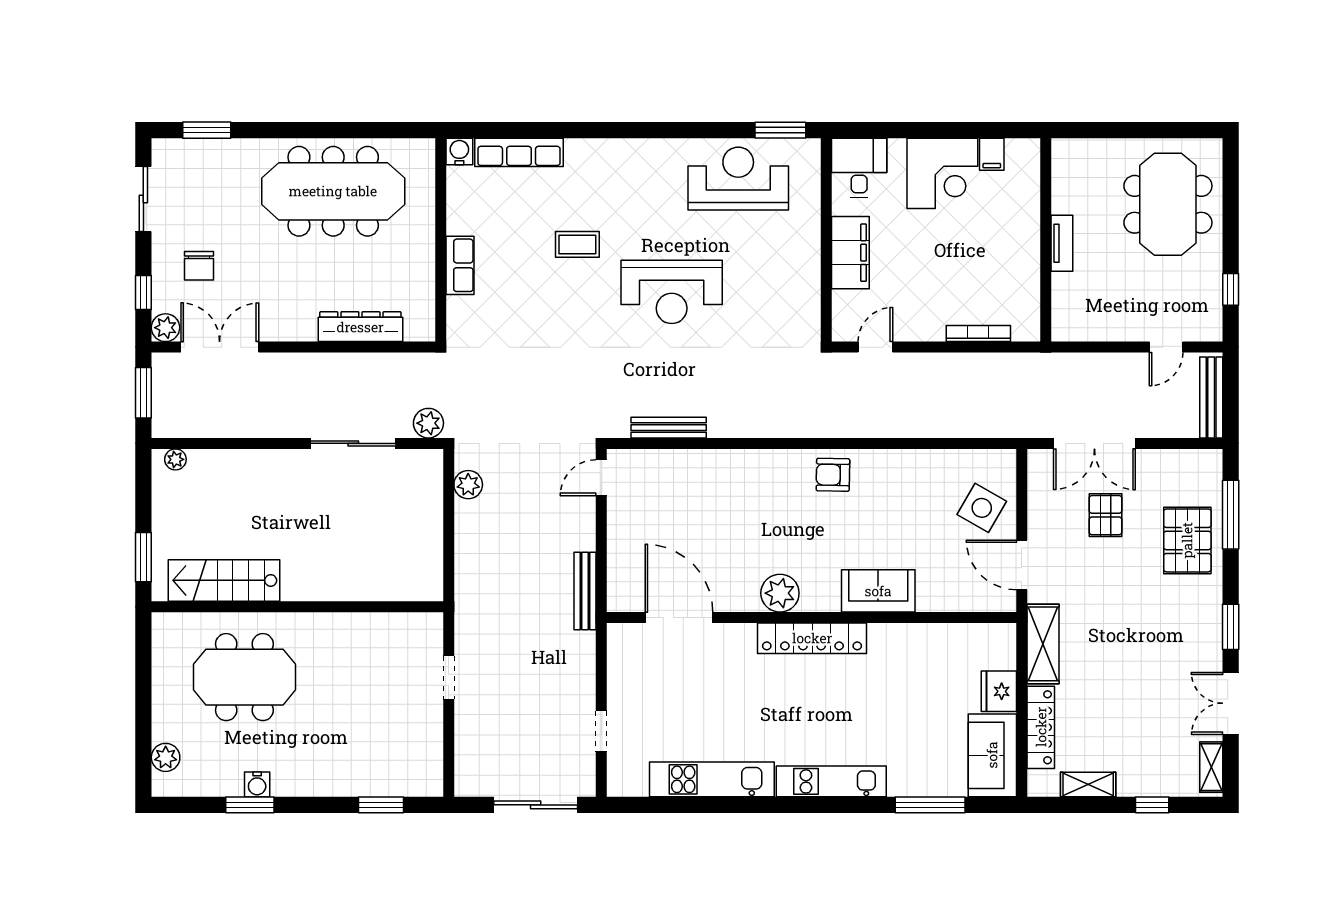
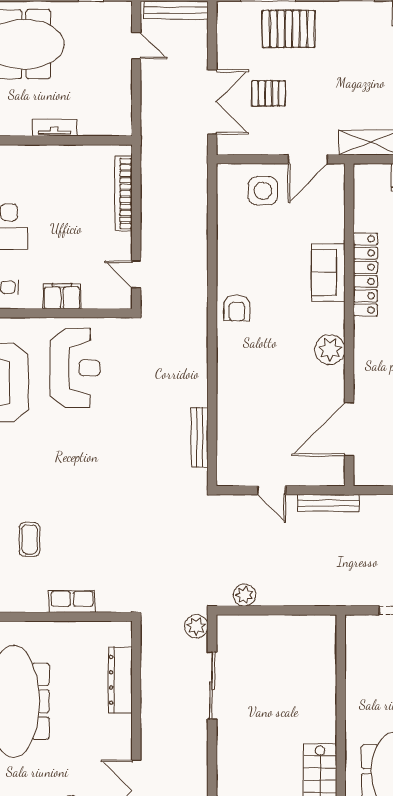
coffee table: (577, 244) -> (30, 539), moved
filing cabinet: (850, 253) -> (62, 296), width x0.67, depth x0.86
reception desk: (672, 292) -> (75, 368), moved
bookcase: (978, 333) -> (124, 193), width x1.48, depth x1.31
door: (601, 478) -> (272, 490), moved
side table: (982, 508) -> (263, 191), turned -30
locker: (812, 638) -> (365, 274), moved

